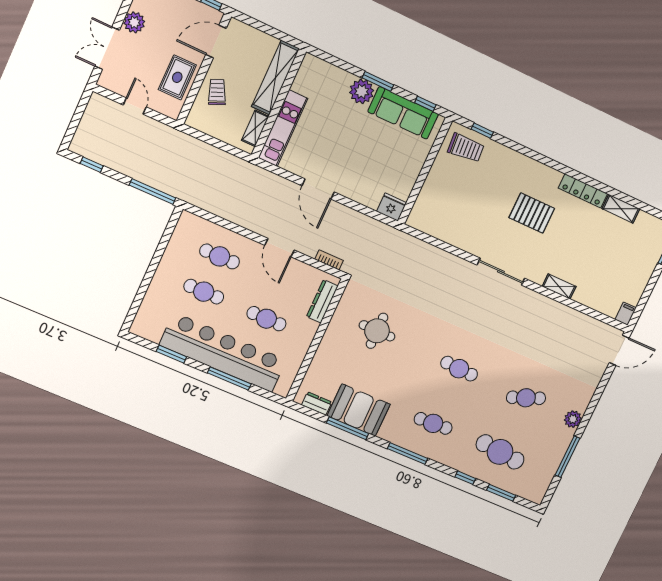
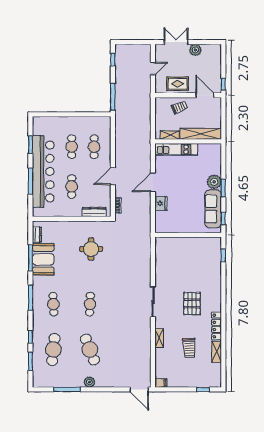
trolley: (466, 148) -> (189, 348), moved
fridge: (392, 207) -> (161, 204), moved
cafe table: (526, 398) -> (90, 349), width x1.37, depth x1.35

